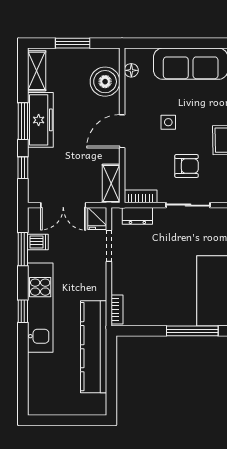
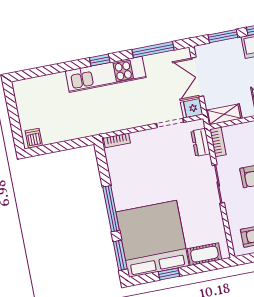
window: (23, 168) -> (223, 36), width x1.50
dishwasher: (38, 242) -> (34, 138), moved, turned 180
window: (23, 249) -> (153, 50), width x1.44
kitchen counter: (94, 347) -> (81, 127), removed

